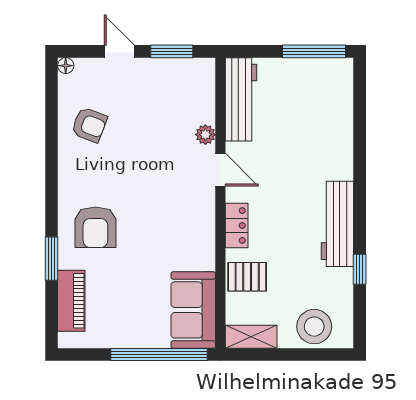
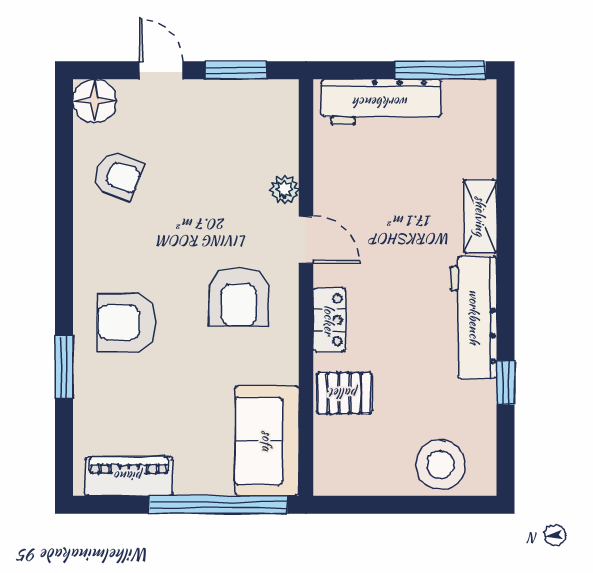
floor lamp: (66, 66) -> (95, 101), width x1.89, depth x1.89
workbench: (241, 99) -> (381, 102), moved, turned 90
armchair: (174, 209) -> (239, 297), added
armchair: (95, 227) -> (127, 322), turned 90
piano: (71, 301) -> (129, 476), moved, turned -90
shelving: (251, 337) -> (480, 216), moved, turned 90

